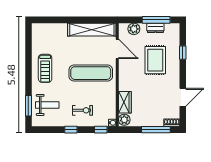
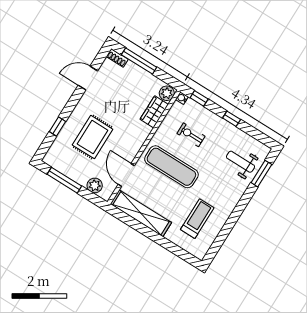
dresser: (155, 28) -> (70, 172), removed
treadmill: (45, 68) -> (197, 219), moved
exercise bike: (82, 110) -> (191, 135), moved

